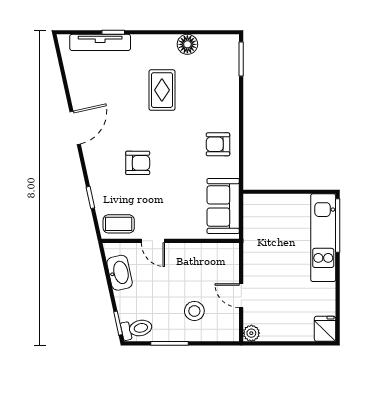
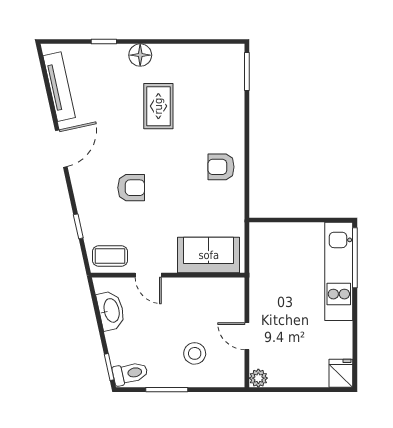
tv unit: (100, 42) -> (59, 87), moved, turned -102
floor lamp: (187, 44) -> (140, 55), moved
sofa: (223, 206) -> (209, 255), moved, turned 90

